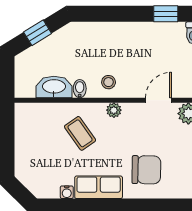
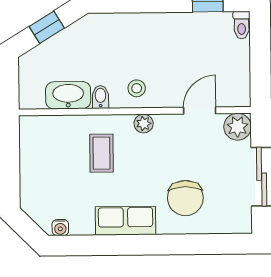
coffee table: (80, 133) -> (101, 153), turned 35
chair: (146, 170) -> (185, 198), turned 89
water cooler: (67, 192) -> (60, 228), moved

